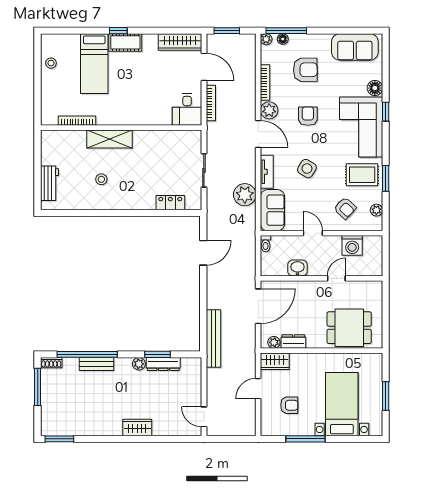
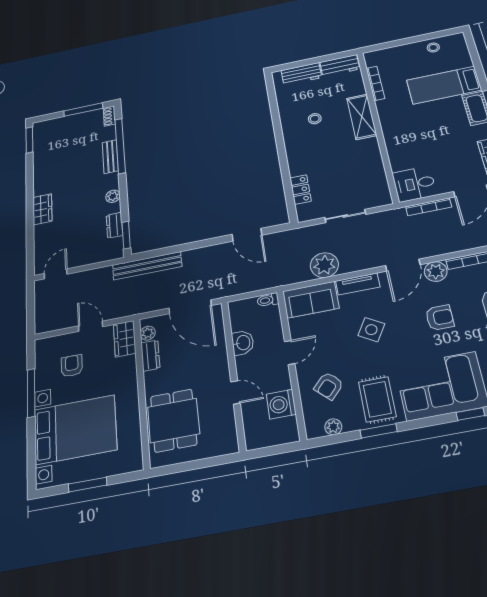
workbench: (49, 148) -> (340, 66), added
window: (158, 354) -> (126, 235), moved
dresser: (163, 364) -> (114, 225), width x0.70
bed with nightstands: (342, 404) -> (75, 430), width x1.36
armchair: (289, 405) -> (72, 366), turned 180

